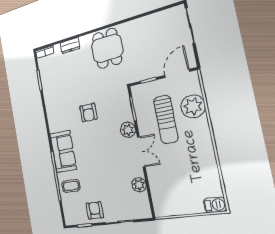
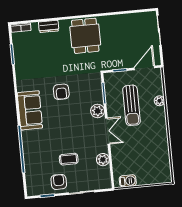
plant: (193, 106) -> (159, 101), width x0.53, depth x0.53
sofa: (63, 151) -> (30, 110), moved
coffee table: (71, 186) -> (69, 159), moved
barbecue: (215, 205) -> (128, 181), moved

